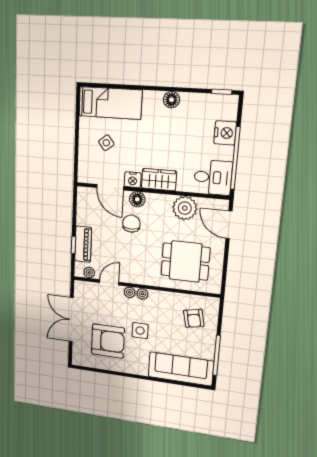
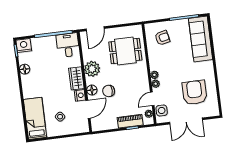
floor lamp: (171, 100) -> (25, 69), moved
nightstand: (225, 133) -> (24, 45), moved
plant: (185, 208) -> (92, 69), moved
dining table: (185, 262) -> (125, 51), turned 90
door: (109, 282) -> (152, 99), hinge flipped
side table: (140, 331) -> (162, 110), moved

